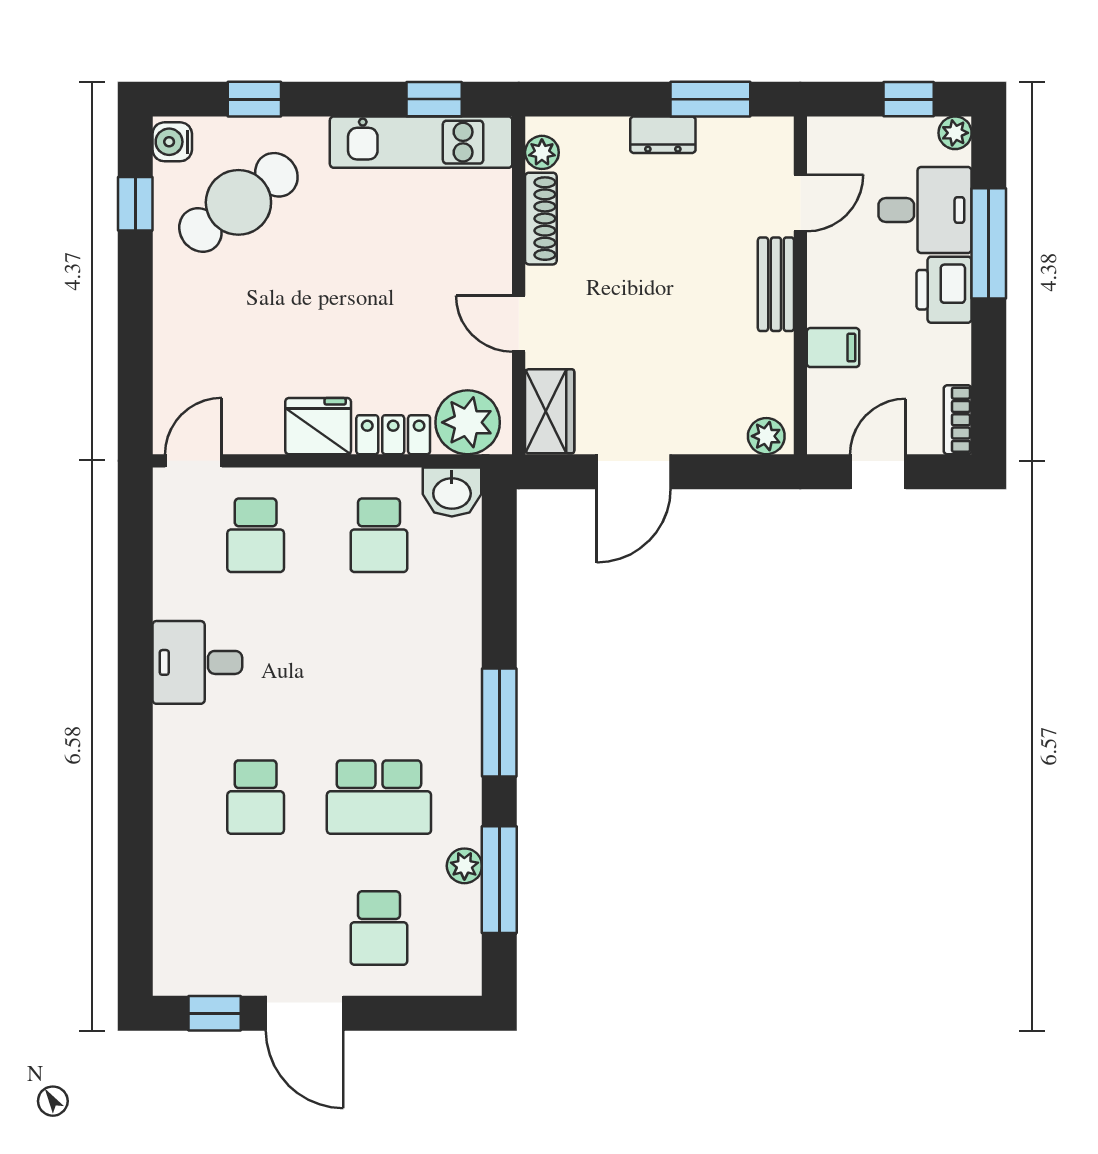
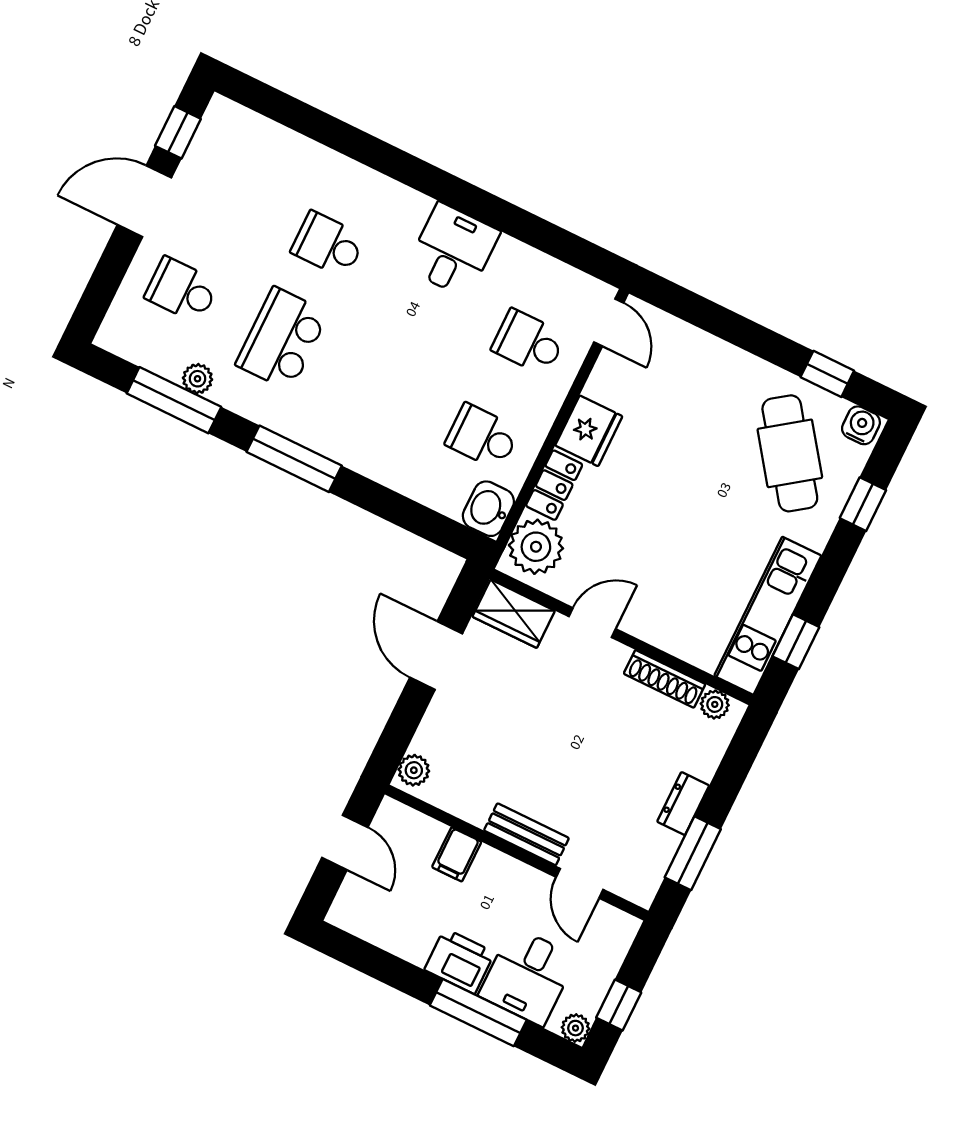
bookcase: (958, 420) -> (355, 923), removed

